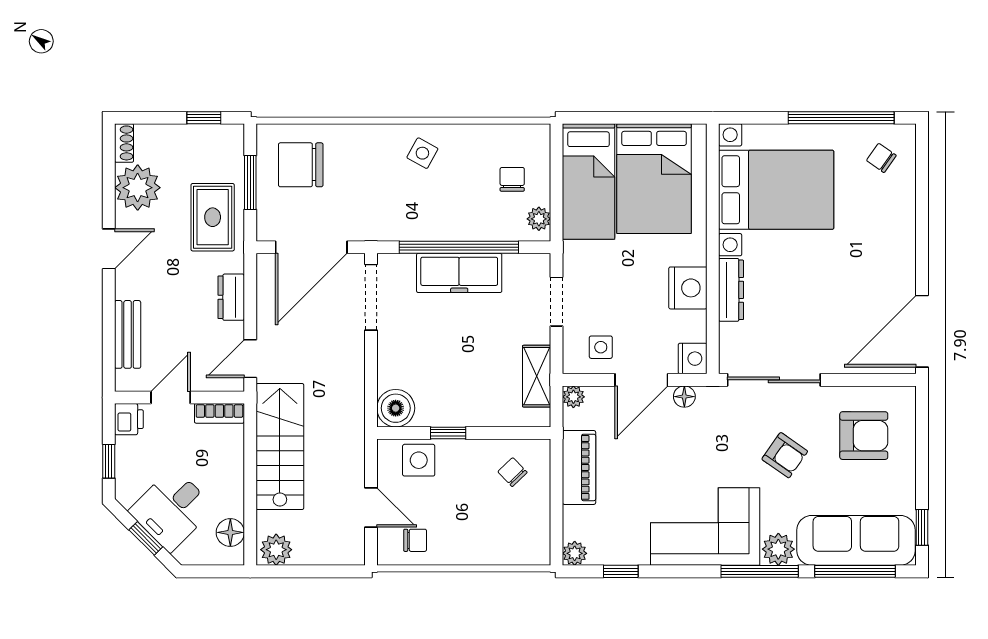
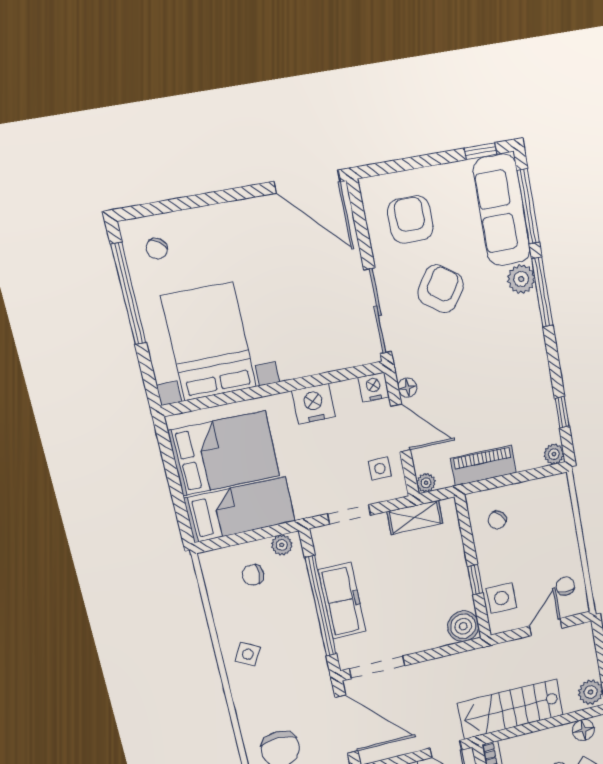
dresser: (731, 290) -> (307, 365), removed
armchair: (785, 455) -> (441, 289), width x1.38, depth x1.38
corner sofa: (705, 527) -> (513, 347), removed

